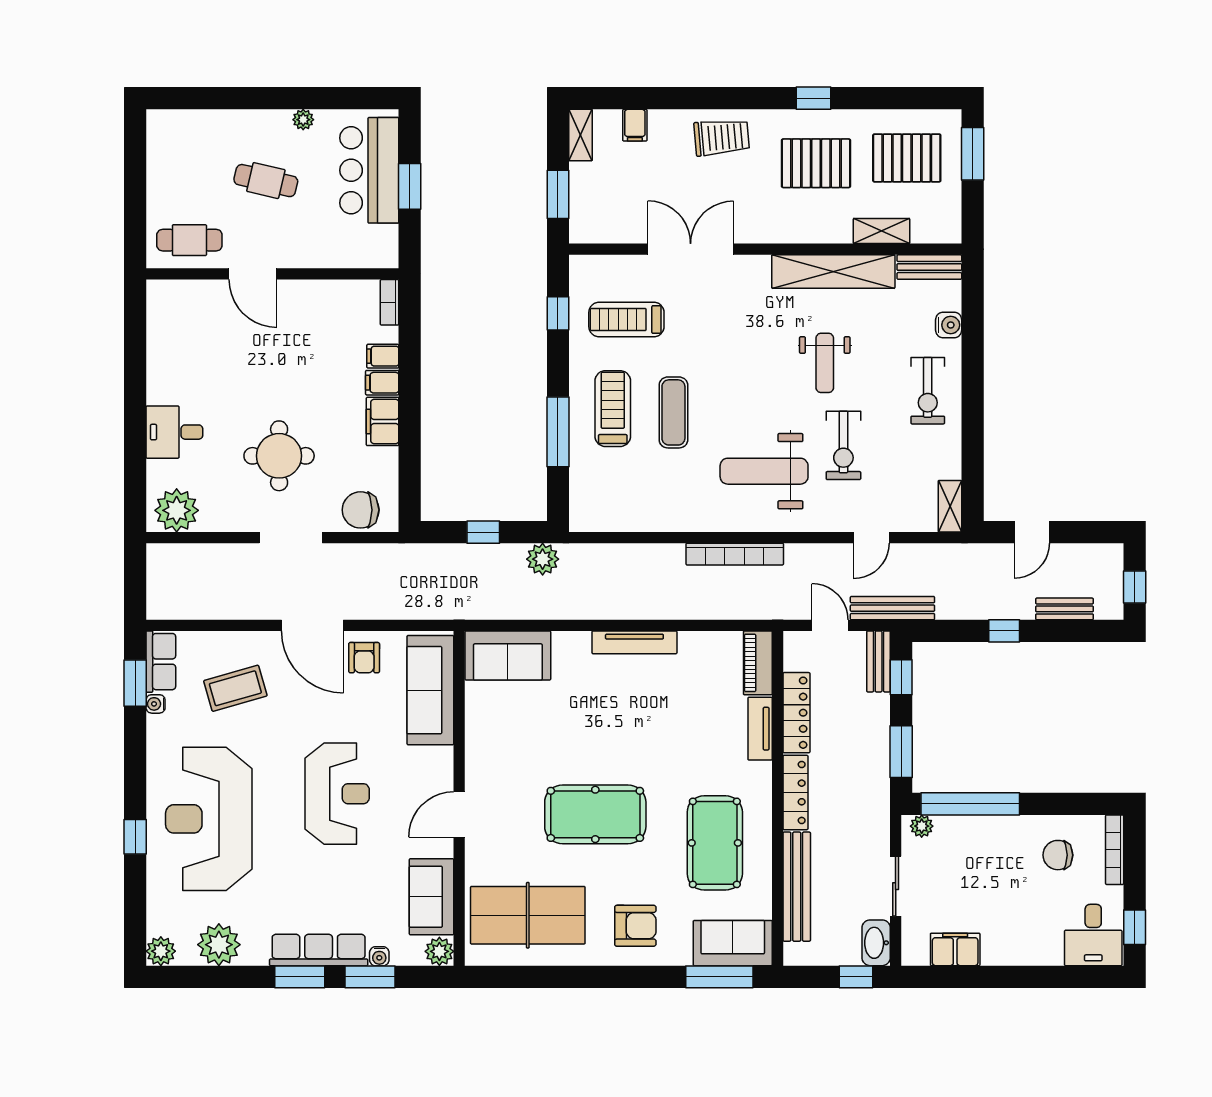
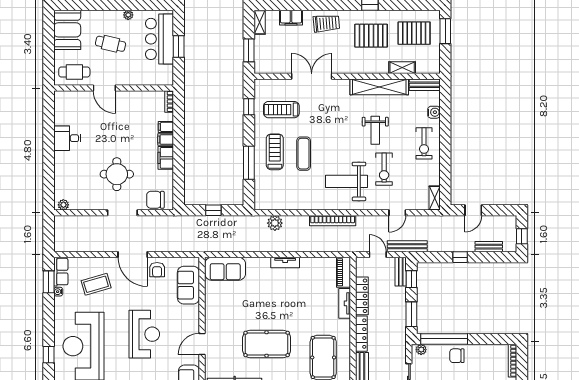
filing cabinet: (635, 125) -> (291, 18), width x2.00
booth: (174, 151) -> (67, 30), added
desk: (174, 432) -> (67, 138), moved
plant: (177, 510) -> (63, 205), width x0.53, depth x0.53
plant: (543, 559) -> (275, 223), moved
tv unit: (634, 642) -> (285, 262), width x0.71
sofa: (430, 690) -> (188, 285), width x0.73
chair: (1058, 855) -> (457, 356), moved

